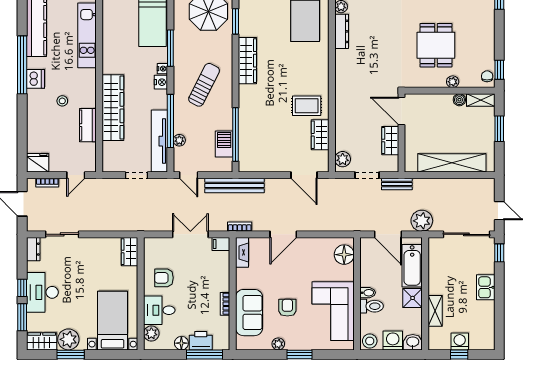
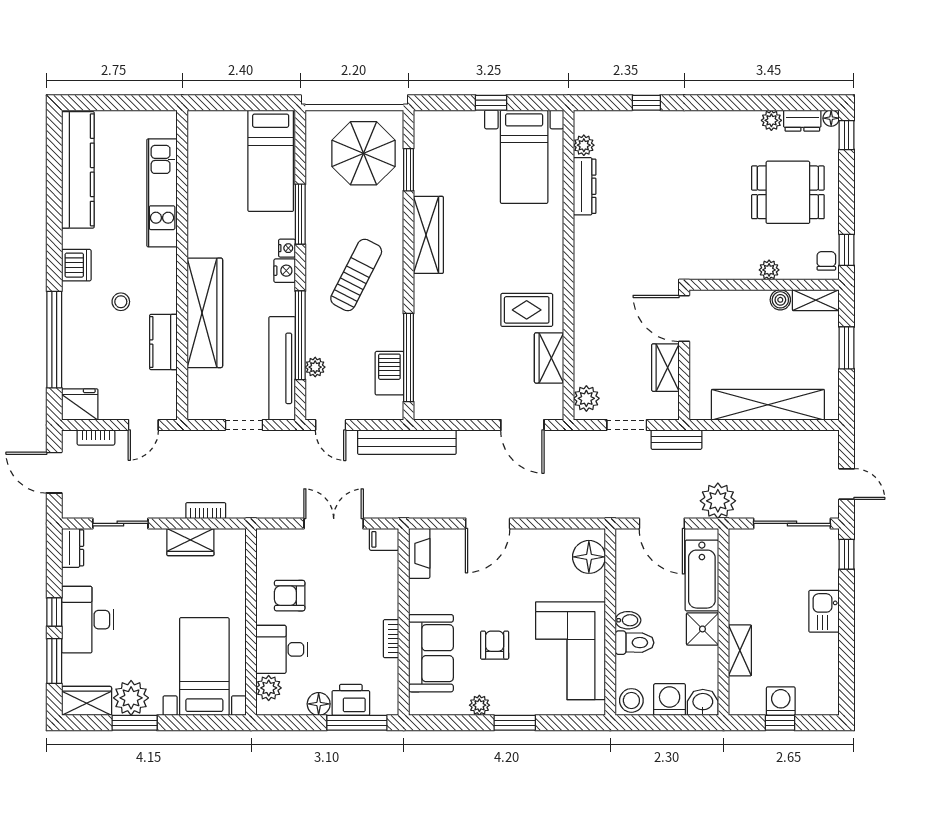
dining table: (436, 45) -> (788, 192), moved, turned 90
window: (22, 65) -> (54, 340), moved
bookcase: (240, 227) -> (206, 511), moved
wardrobe: (130, 252) -> (190, 542), moved, turned -90

